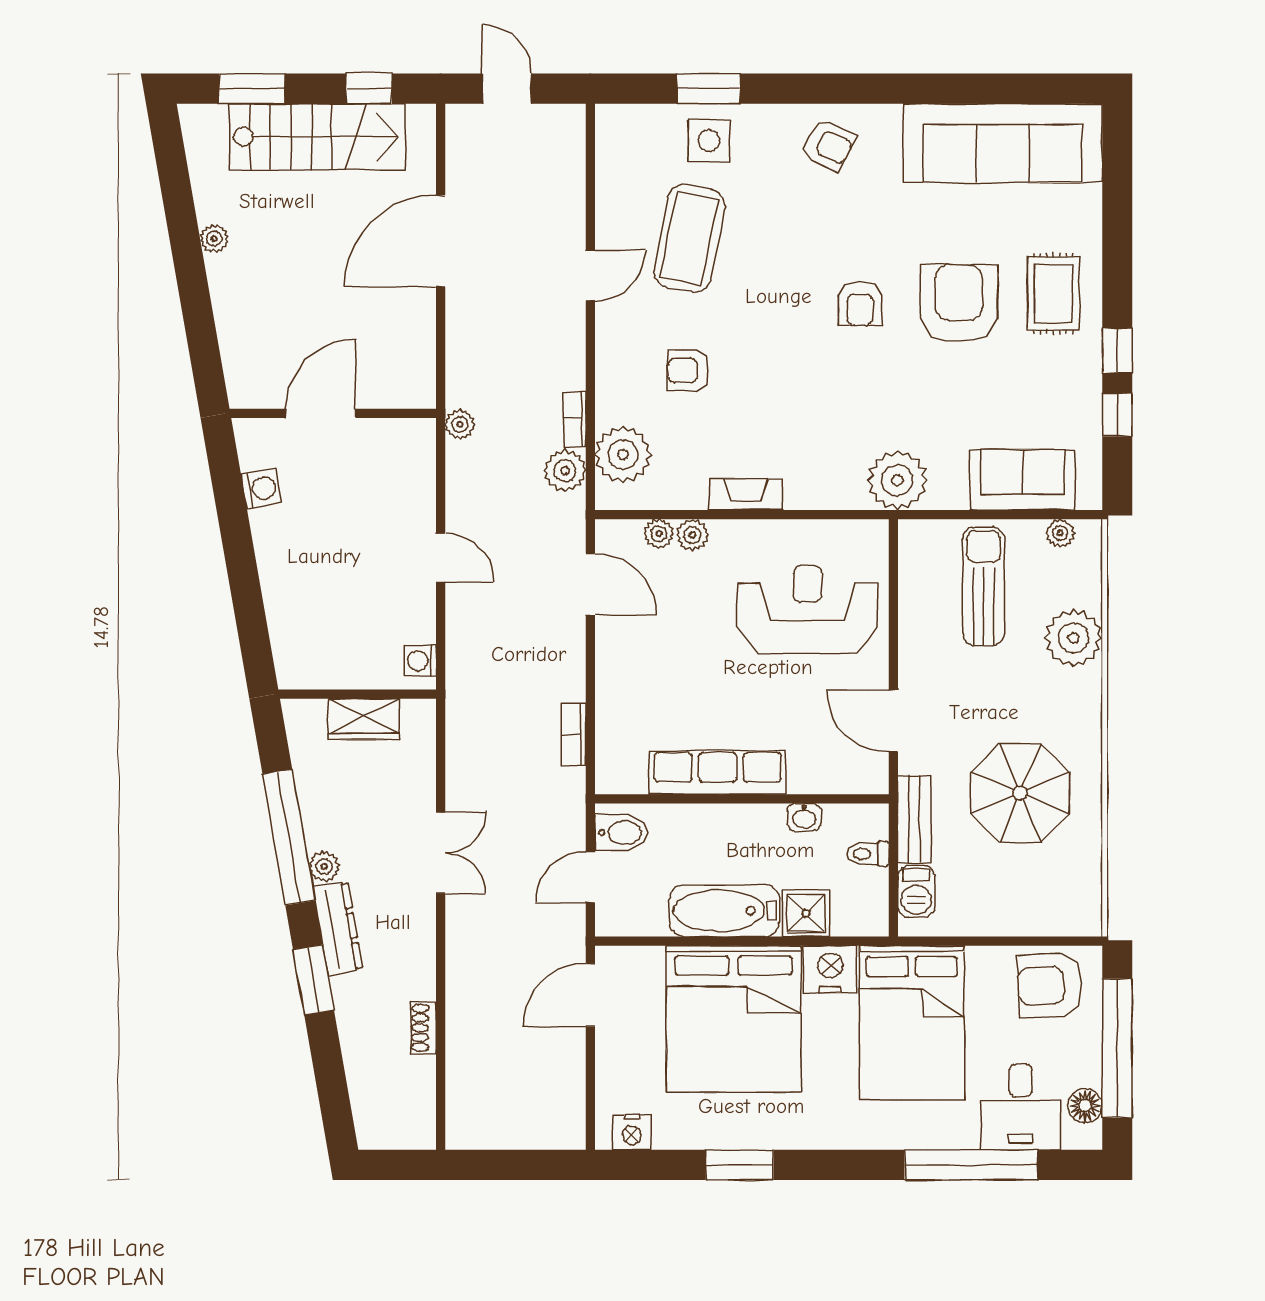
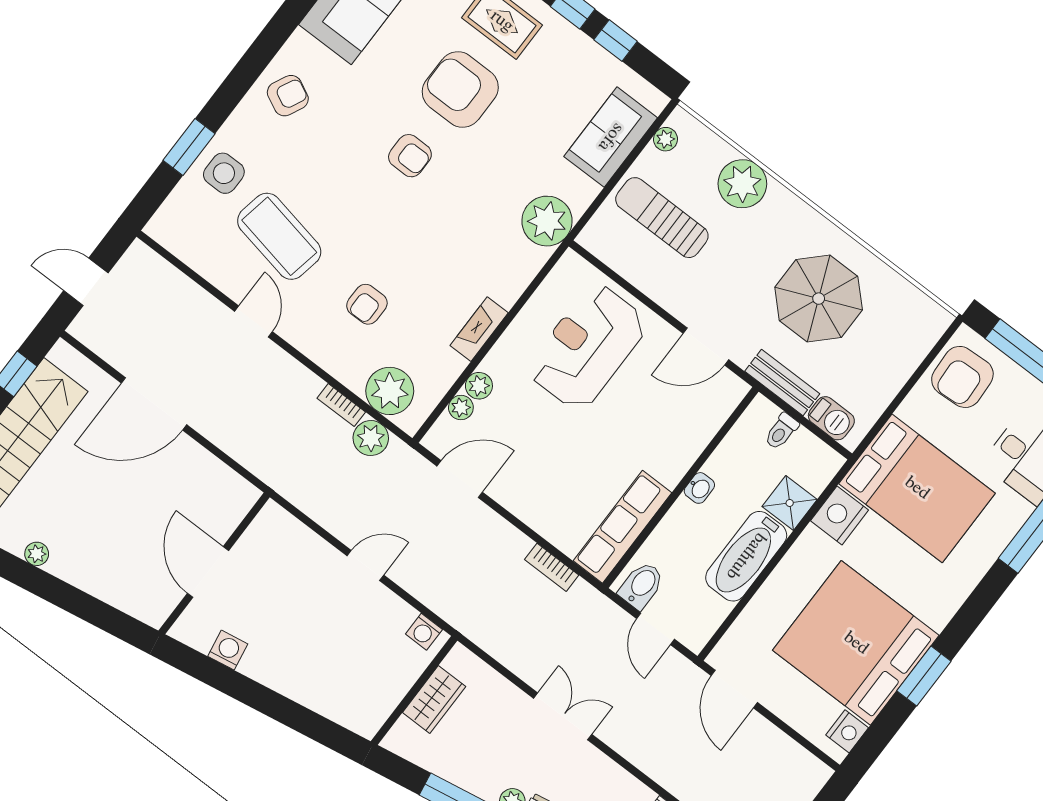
door: (441, 241) -> (154, 404), hinge flipped
plant: (460, 424) -> (286, 485), removed
row of seats: (718, 772) -> (622, 527), moved
washbasin: (804, 817) -> (699, 488), moved
bed: (734, 1019) -> (856, 643), moved, turned 180

